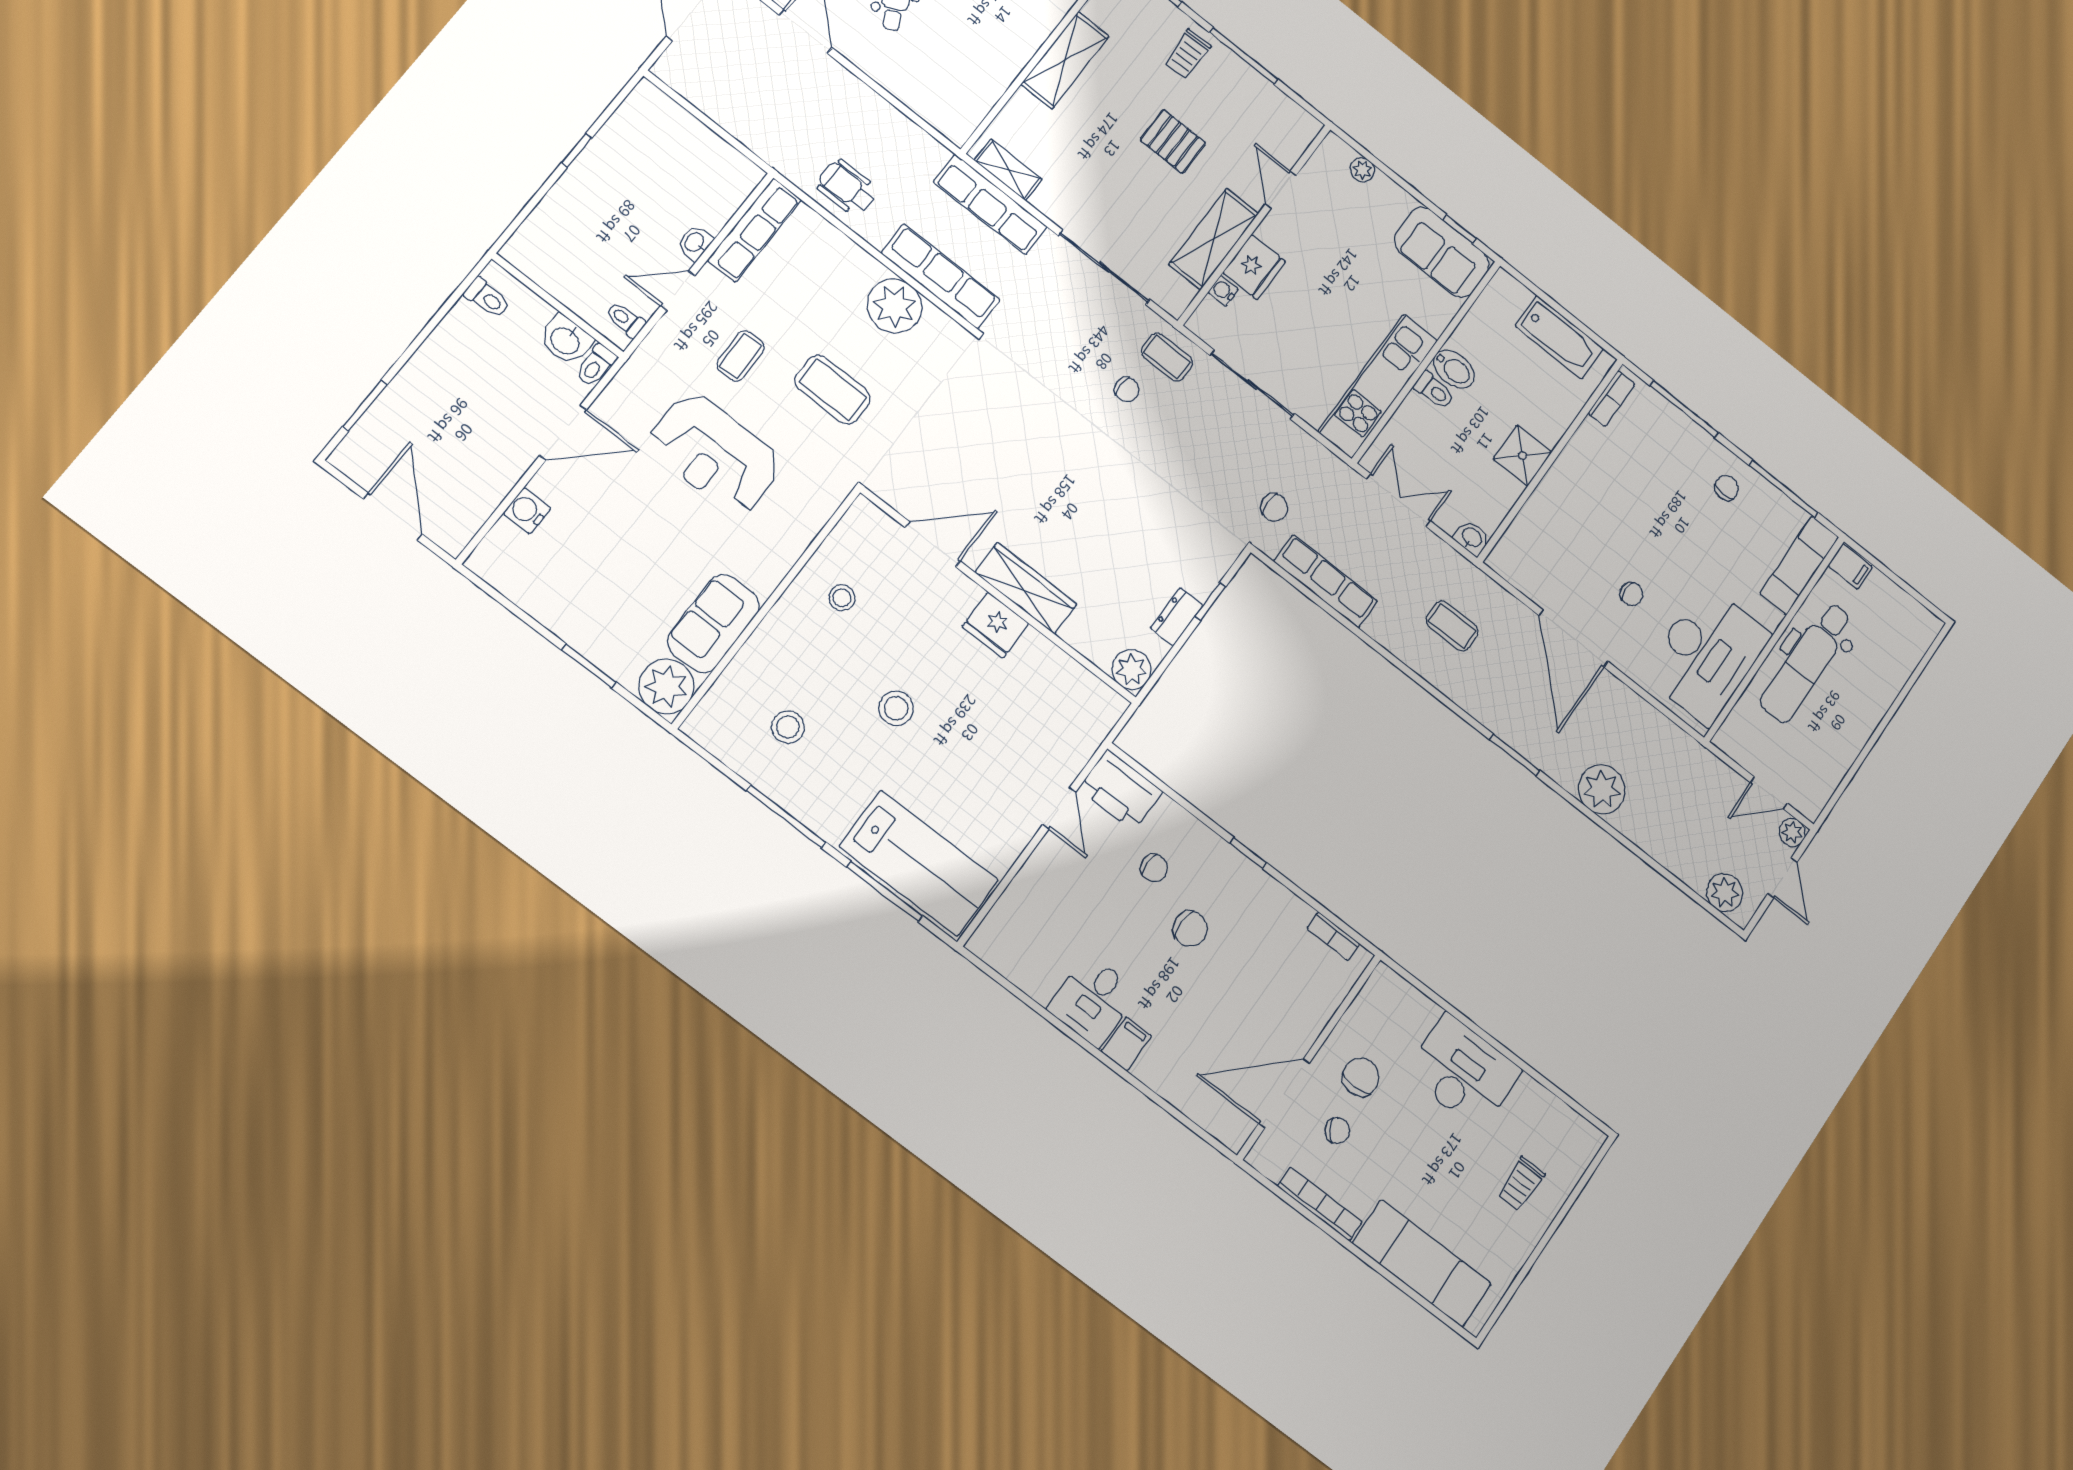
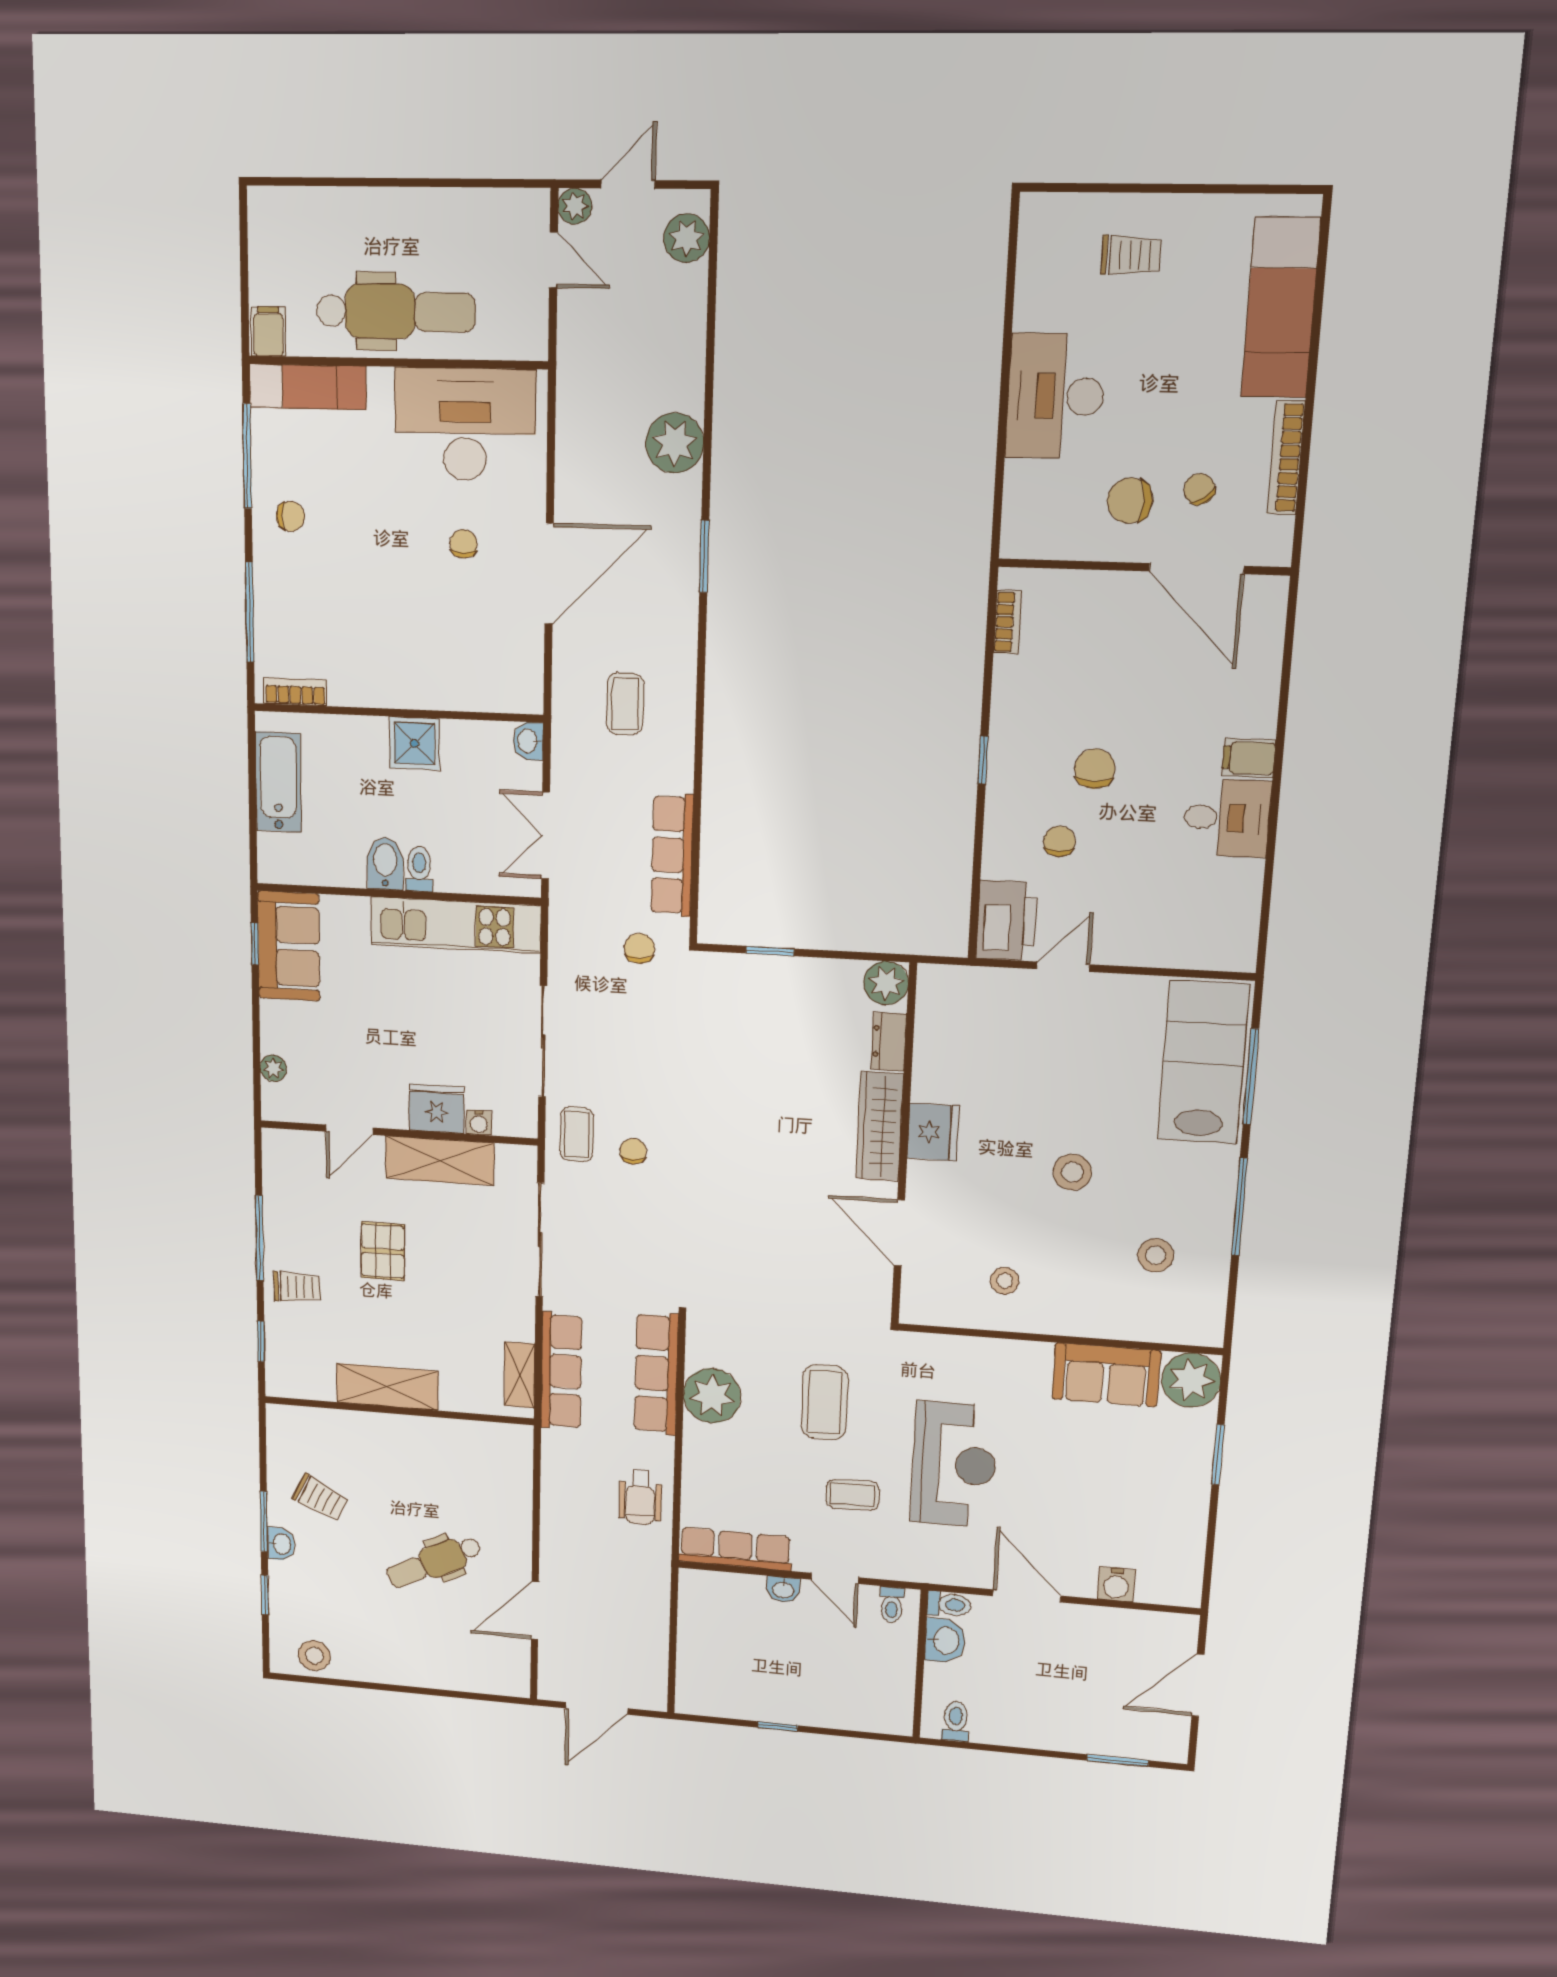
chair: (1727, 488) -> (291, 516), turned 180
dresser: (1177, 617) -> (889, 1042), moved, turned 90

